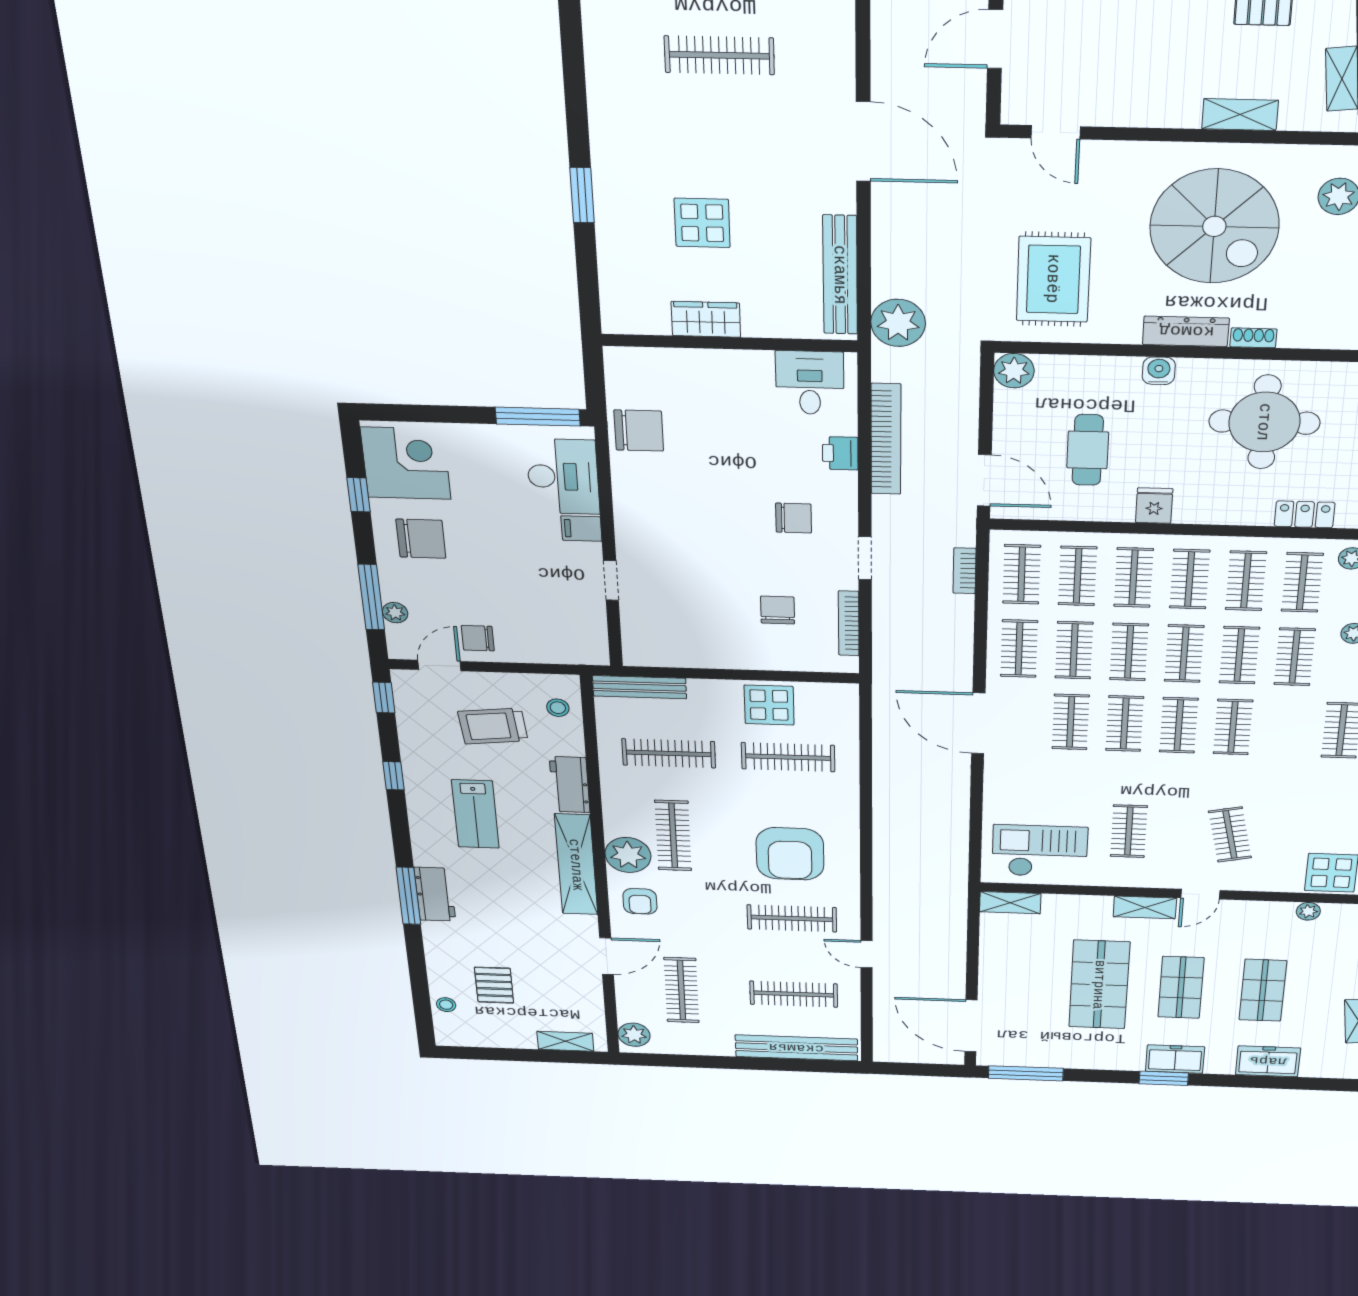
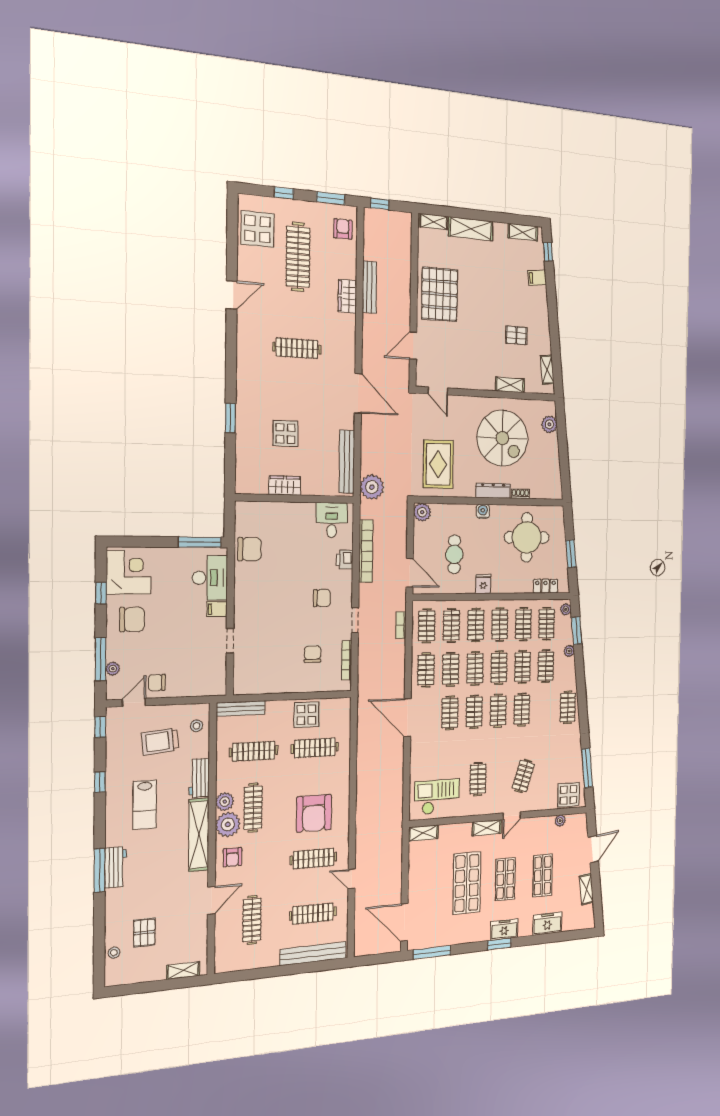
clothes rail: (1230, 835) -> (523, 776), turned 30
plant: (634, 1035) -> (225, 802), moved

